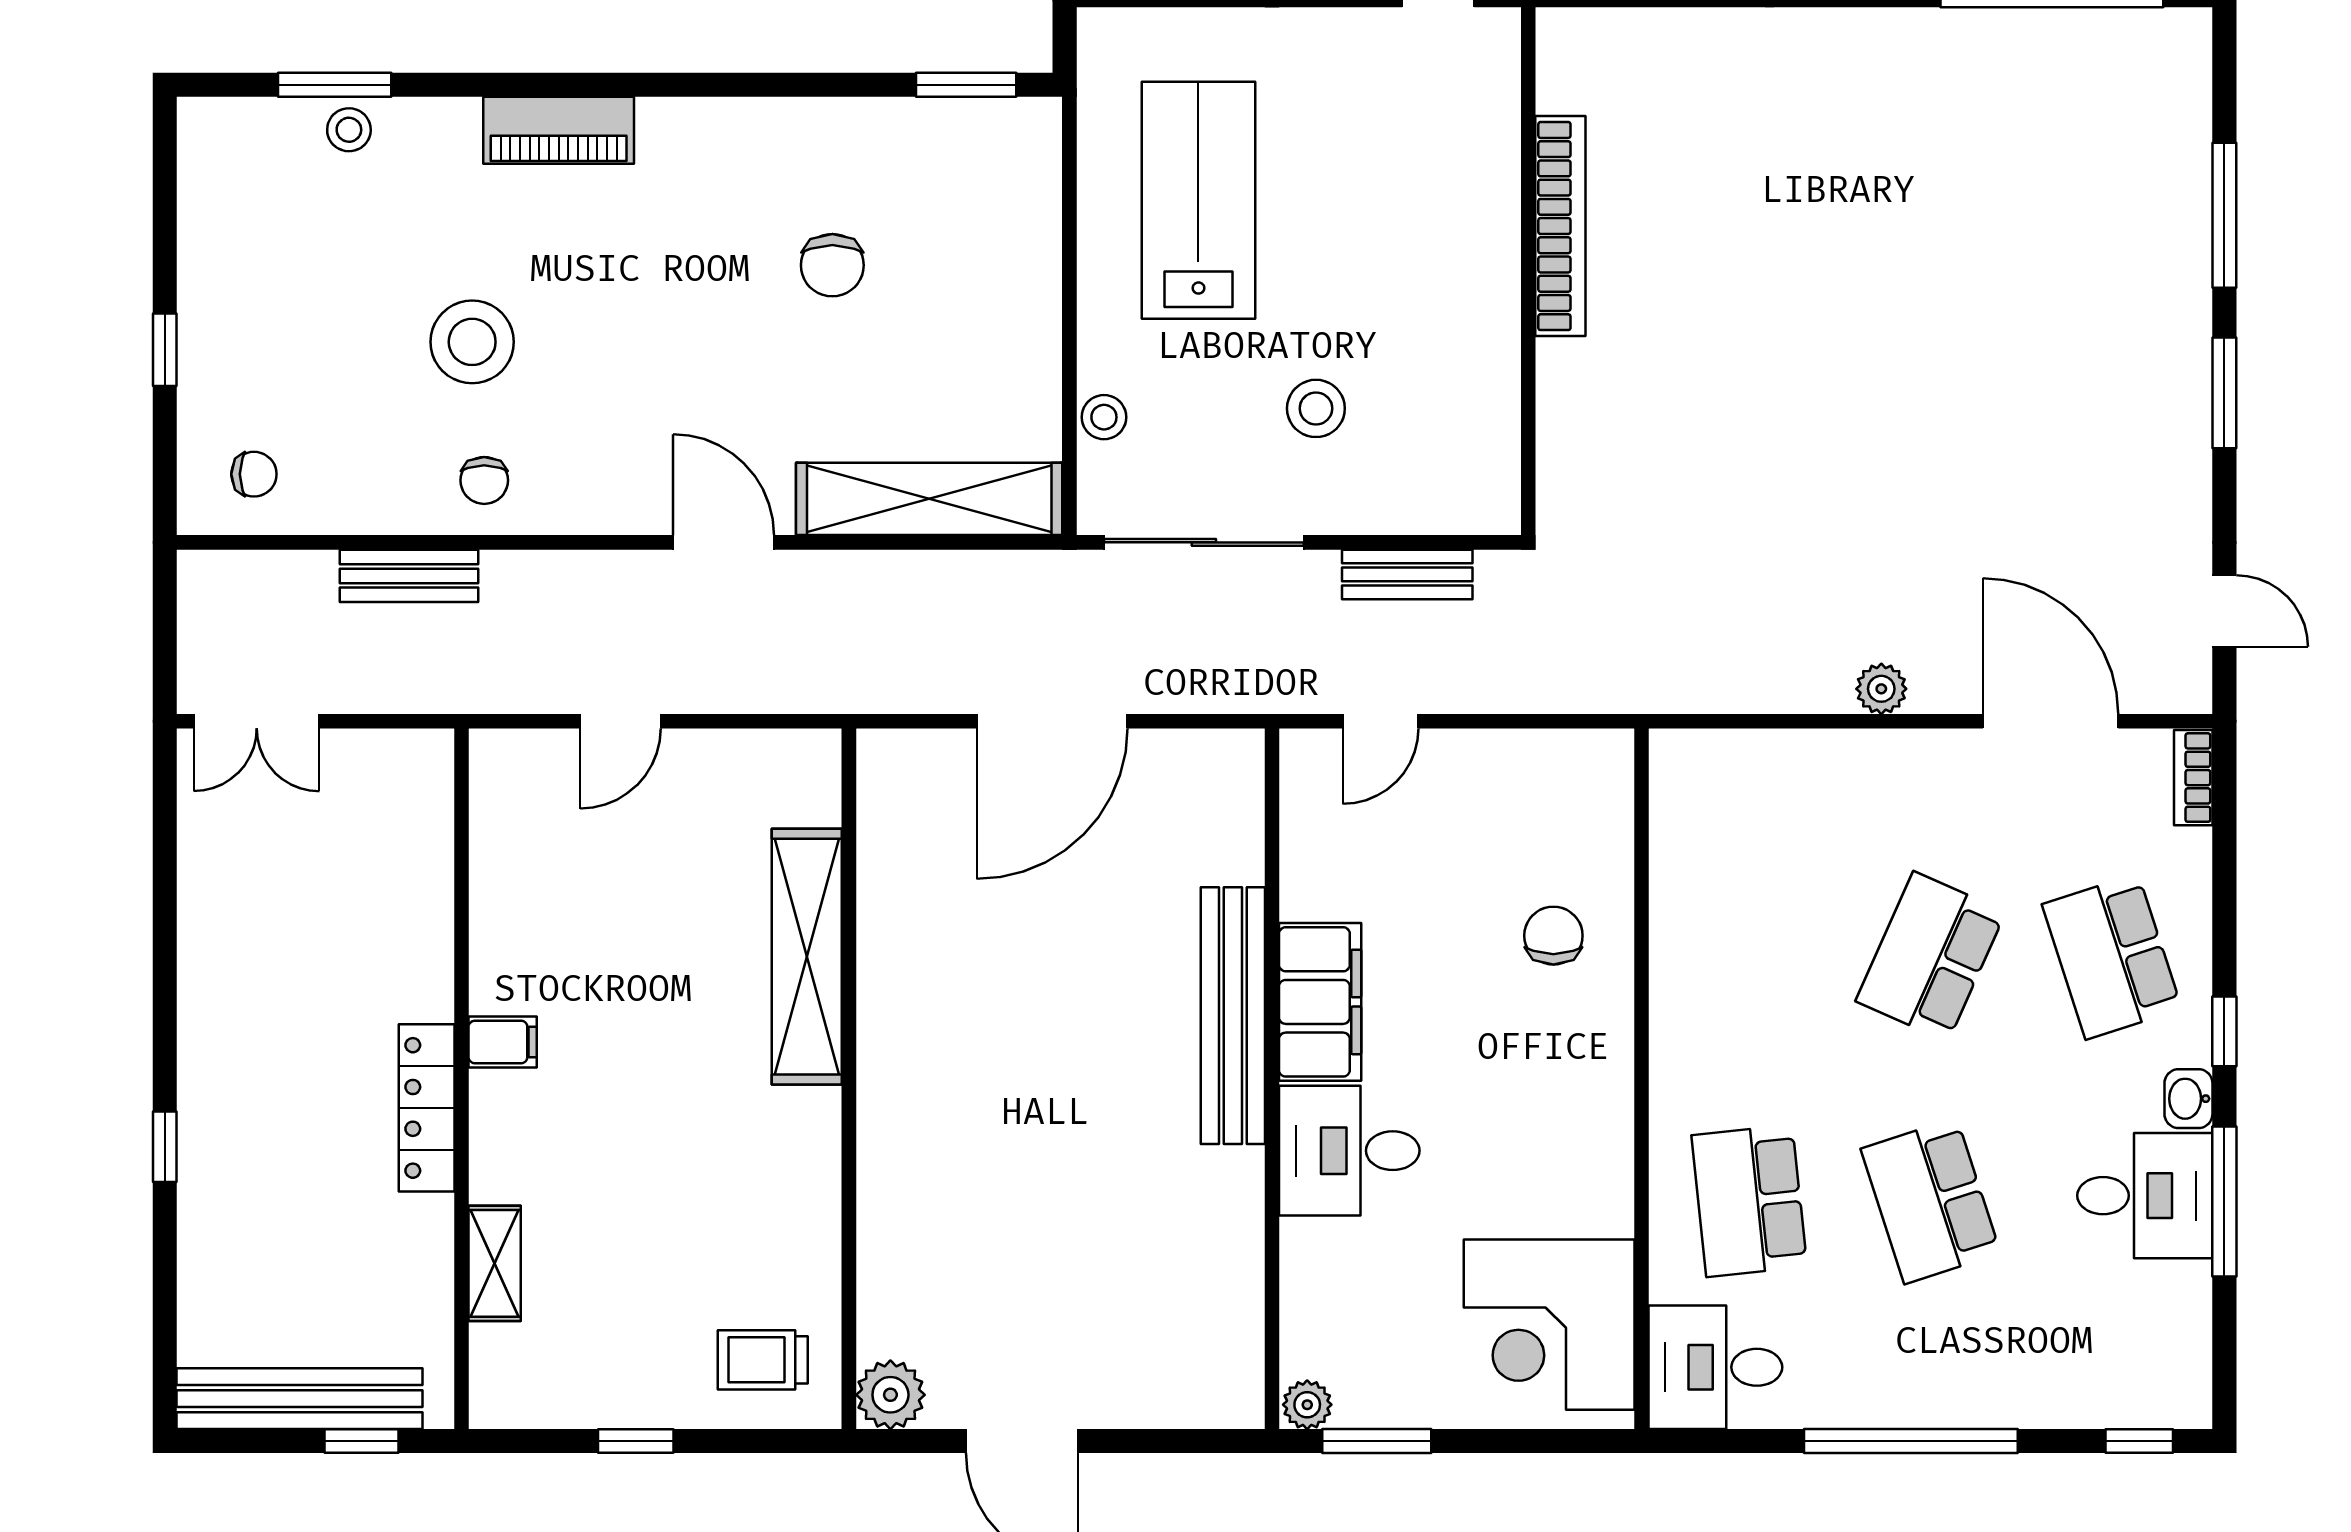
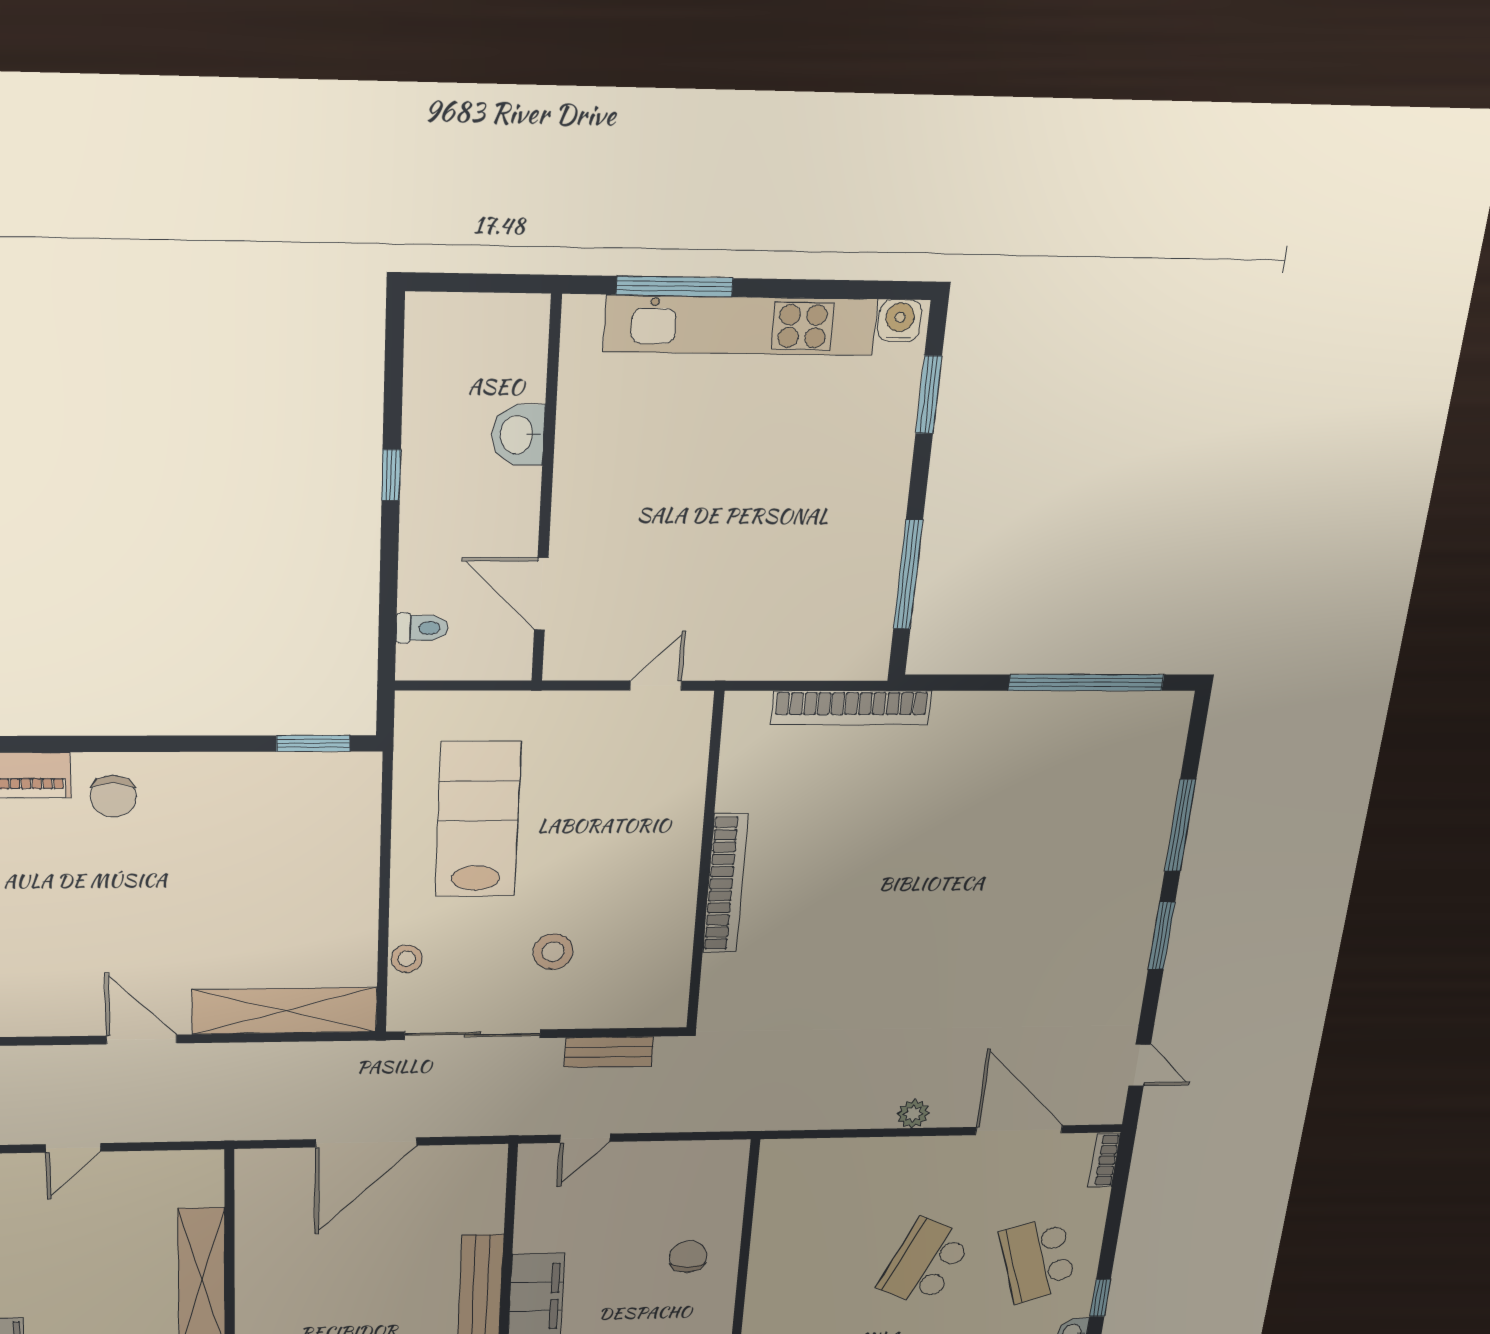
bookcase: (1718, 33) -> (851, 708), added
bookcase: (1560, 226) -> (725, 884), moved
chair: (832, 265) -> (113, 796), moved

